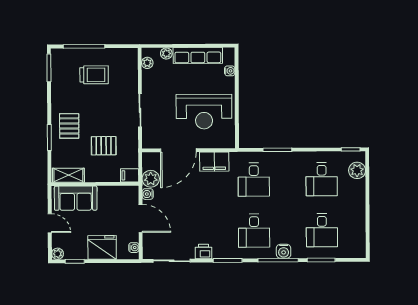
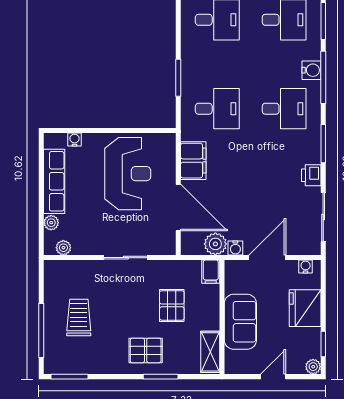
sofa: (76, 198) -> (240, 322), moved

